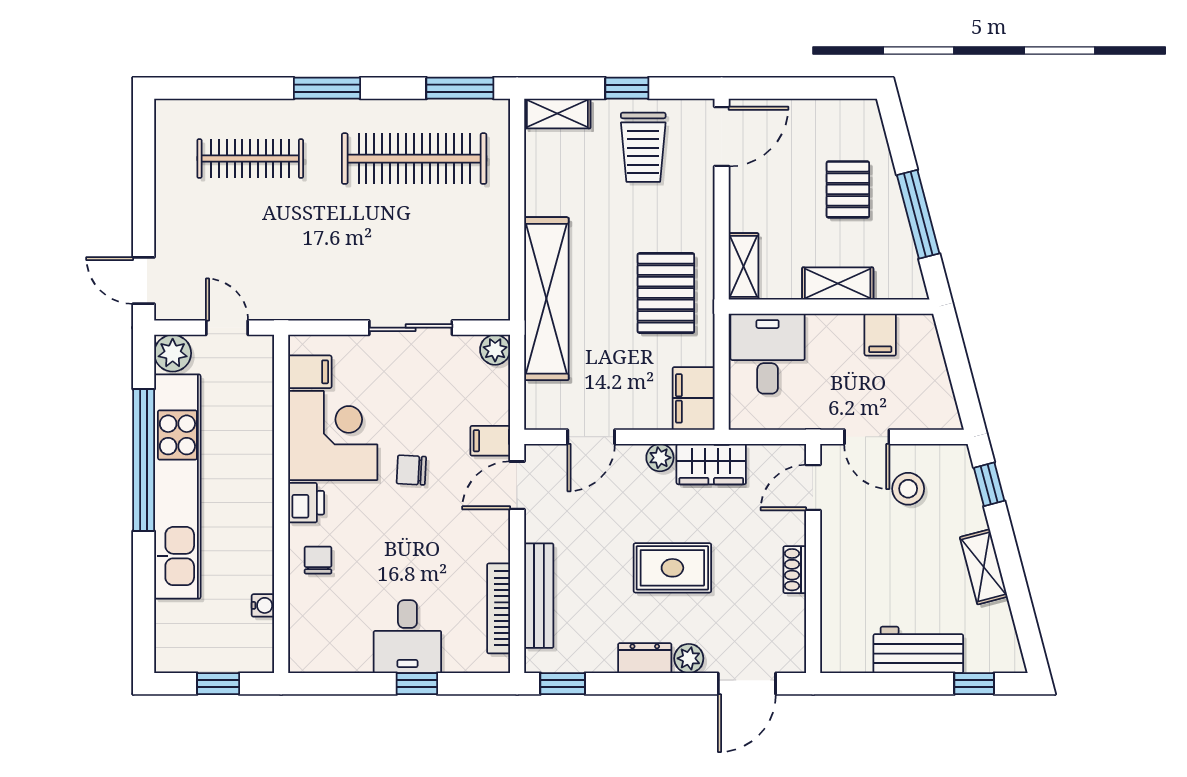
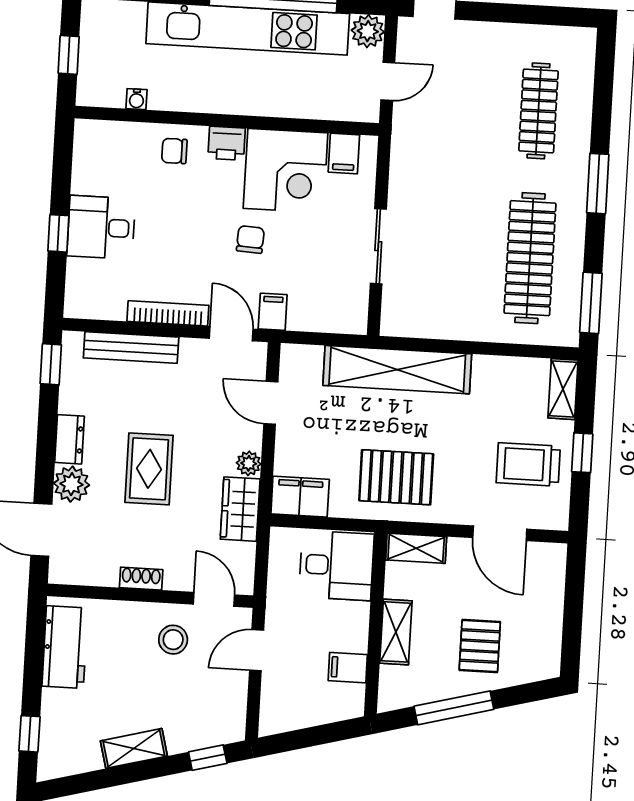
door: (722, 137) -> (500, 533), moved
pallet: (848, 189) -> (480, 646), turned 90
plant: (495, 350) -> (354, 321), removed
stool: (908, 489) -> (173, 640), moved
chair: (318, 560) -> (174, 151), turned 180
bookcase: (499, 608) -> (168, 313), moved
workbench: (918, 650) -> (65, 647), moved
plant: (689, 658) -> (71, 484), width x1.38, depth x1.38

